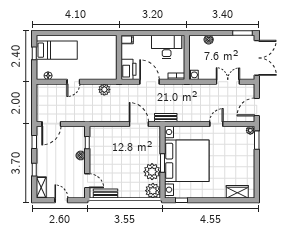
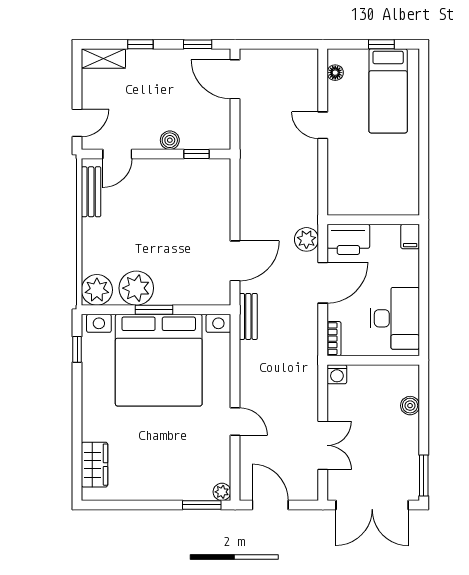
plant: (104, 90) -> (306, 239), moved
door: (61, 200) -> (77, 123), moved

